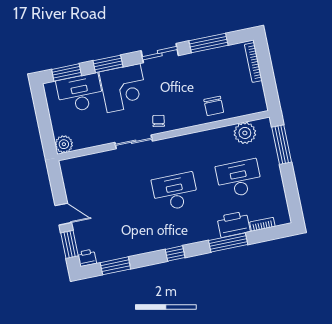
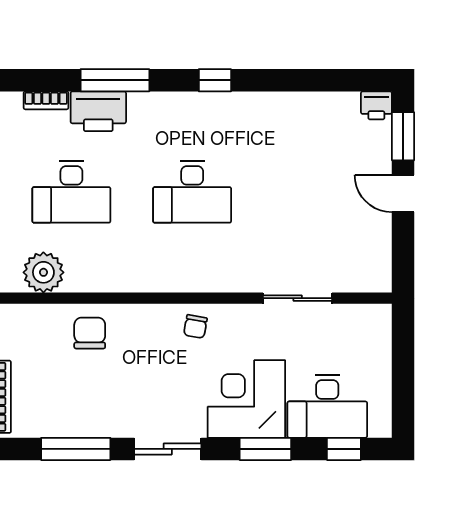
window: (67, 72) -> (344, 449), width x0.67
sliding door: (134, 142) -> (298, 298), moved
plant: (64, 144) -> (376, 320), removed
window: (115, 266) -> (328, 80), removed

